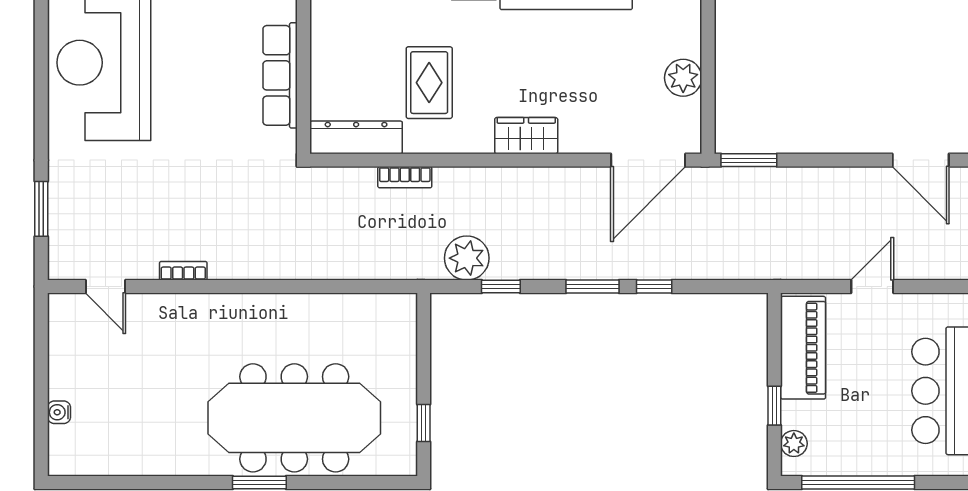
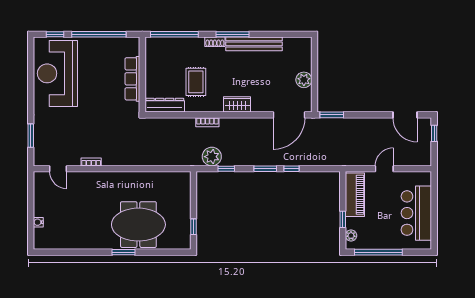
bookcase: (405, 177) -> (207, 122), moved
meeting table: (294, 418) -> (138, 225), width x0.73

